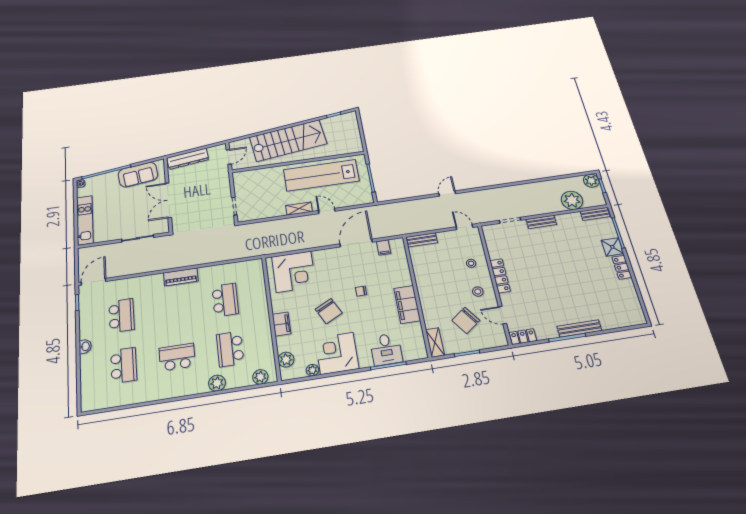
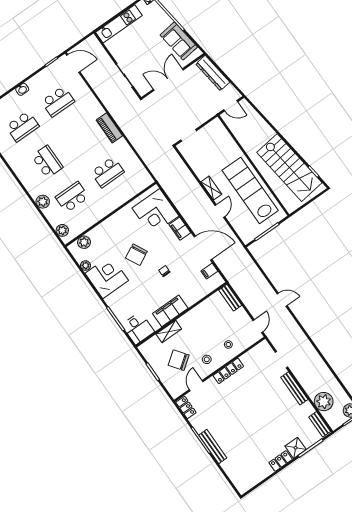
stairs: (288, 140) -> (289, 168), moved
bench: (541, 222) -> (294, 388), width x1.36
filing cabinet: (282, 324) -> (180, 229), moved, turned 90
shelving: (435, 343) -> (169, 332), moved
desk: (386, 349) -> (138, 328), moved, turned -90

